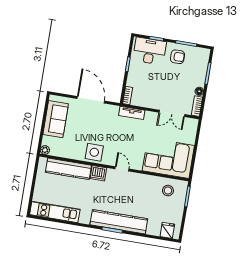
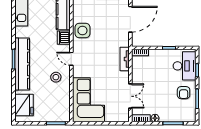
double door: (172, 113) -> (130, 96), swing flipped
door: (122, 169) -> (71, 59), swing flipped
stool: (168, 191) -> (56, 77), moved
fridge: (167, 230) -> (24, 105), width x1.88, depth x1.34

